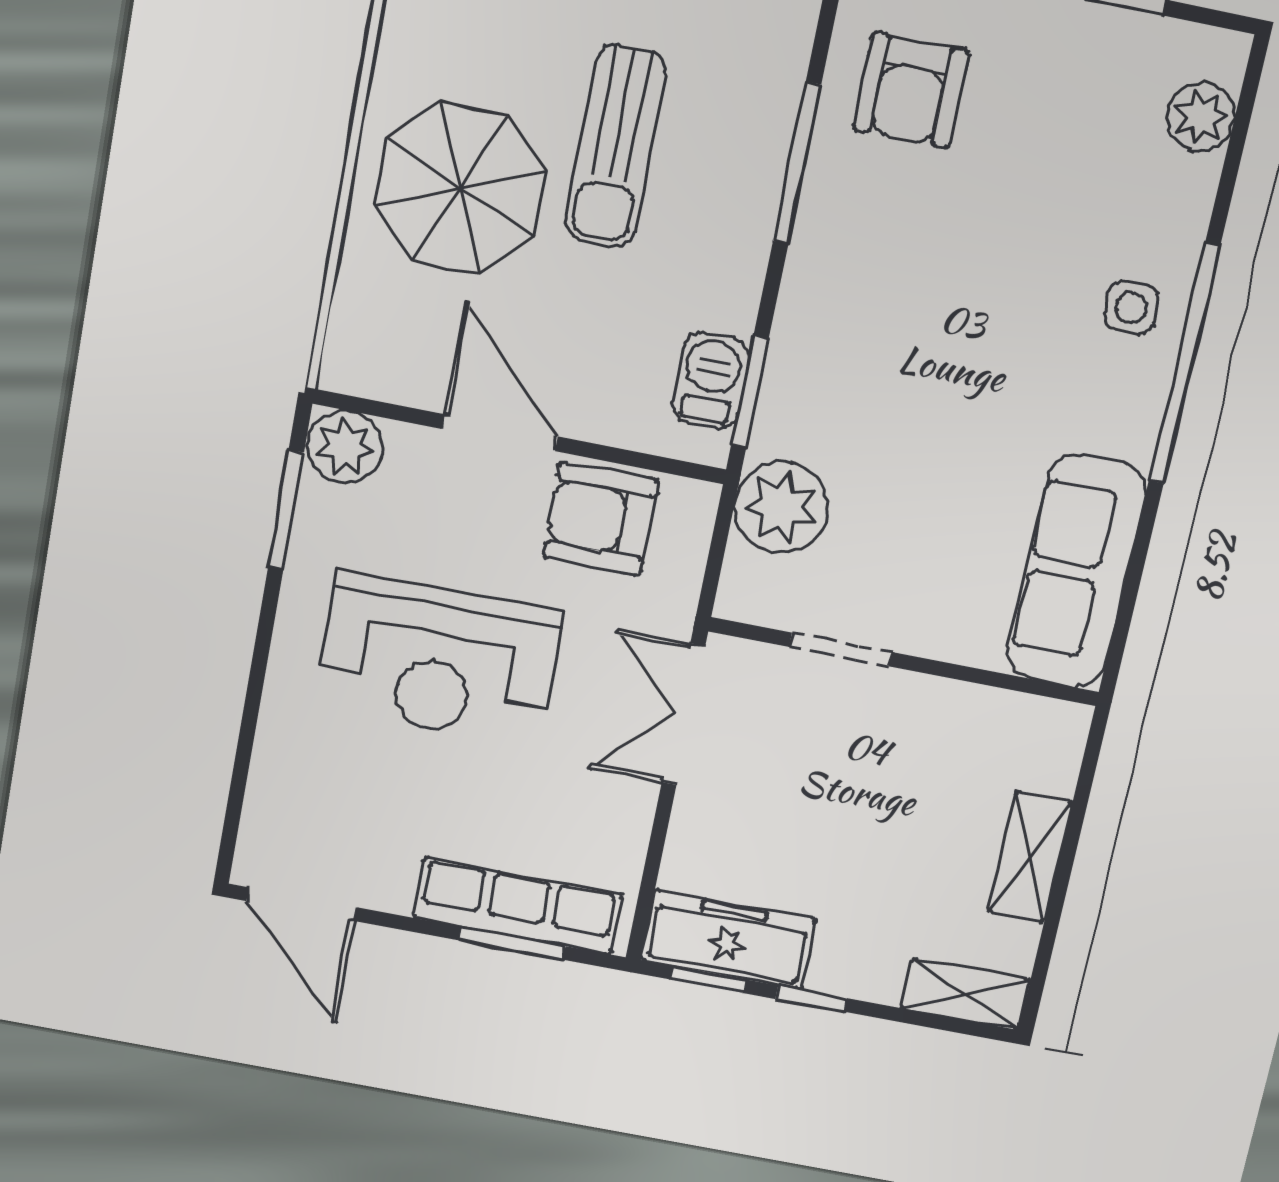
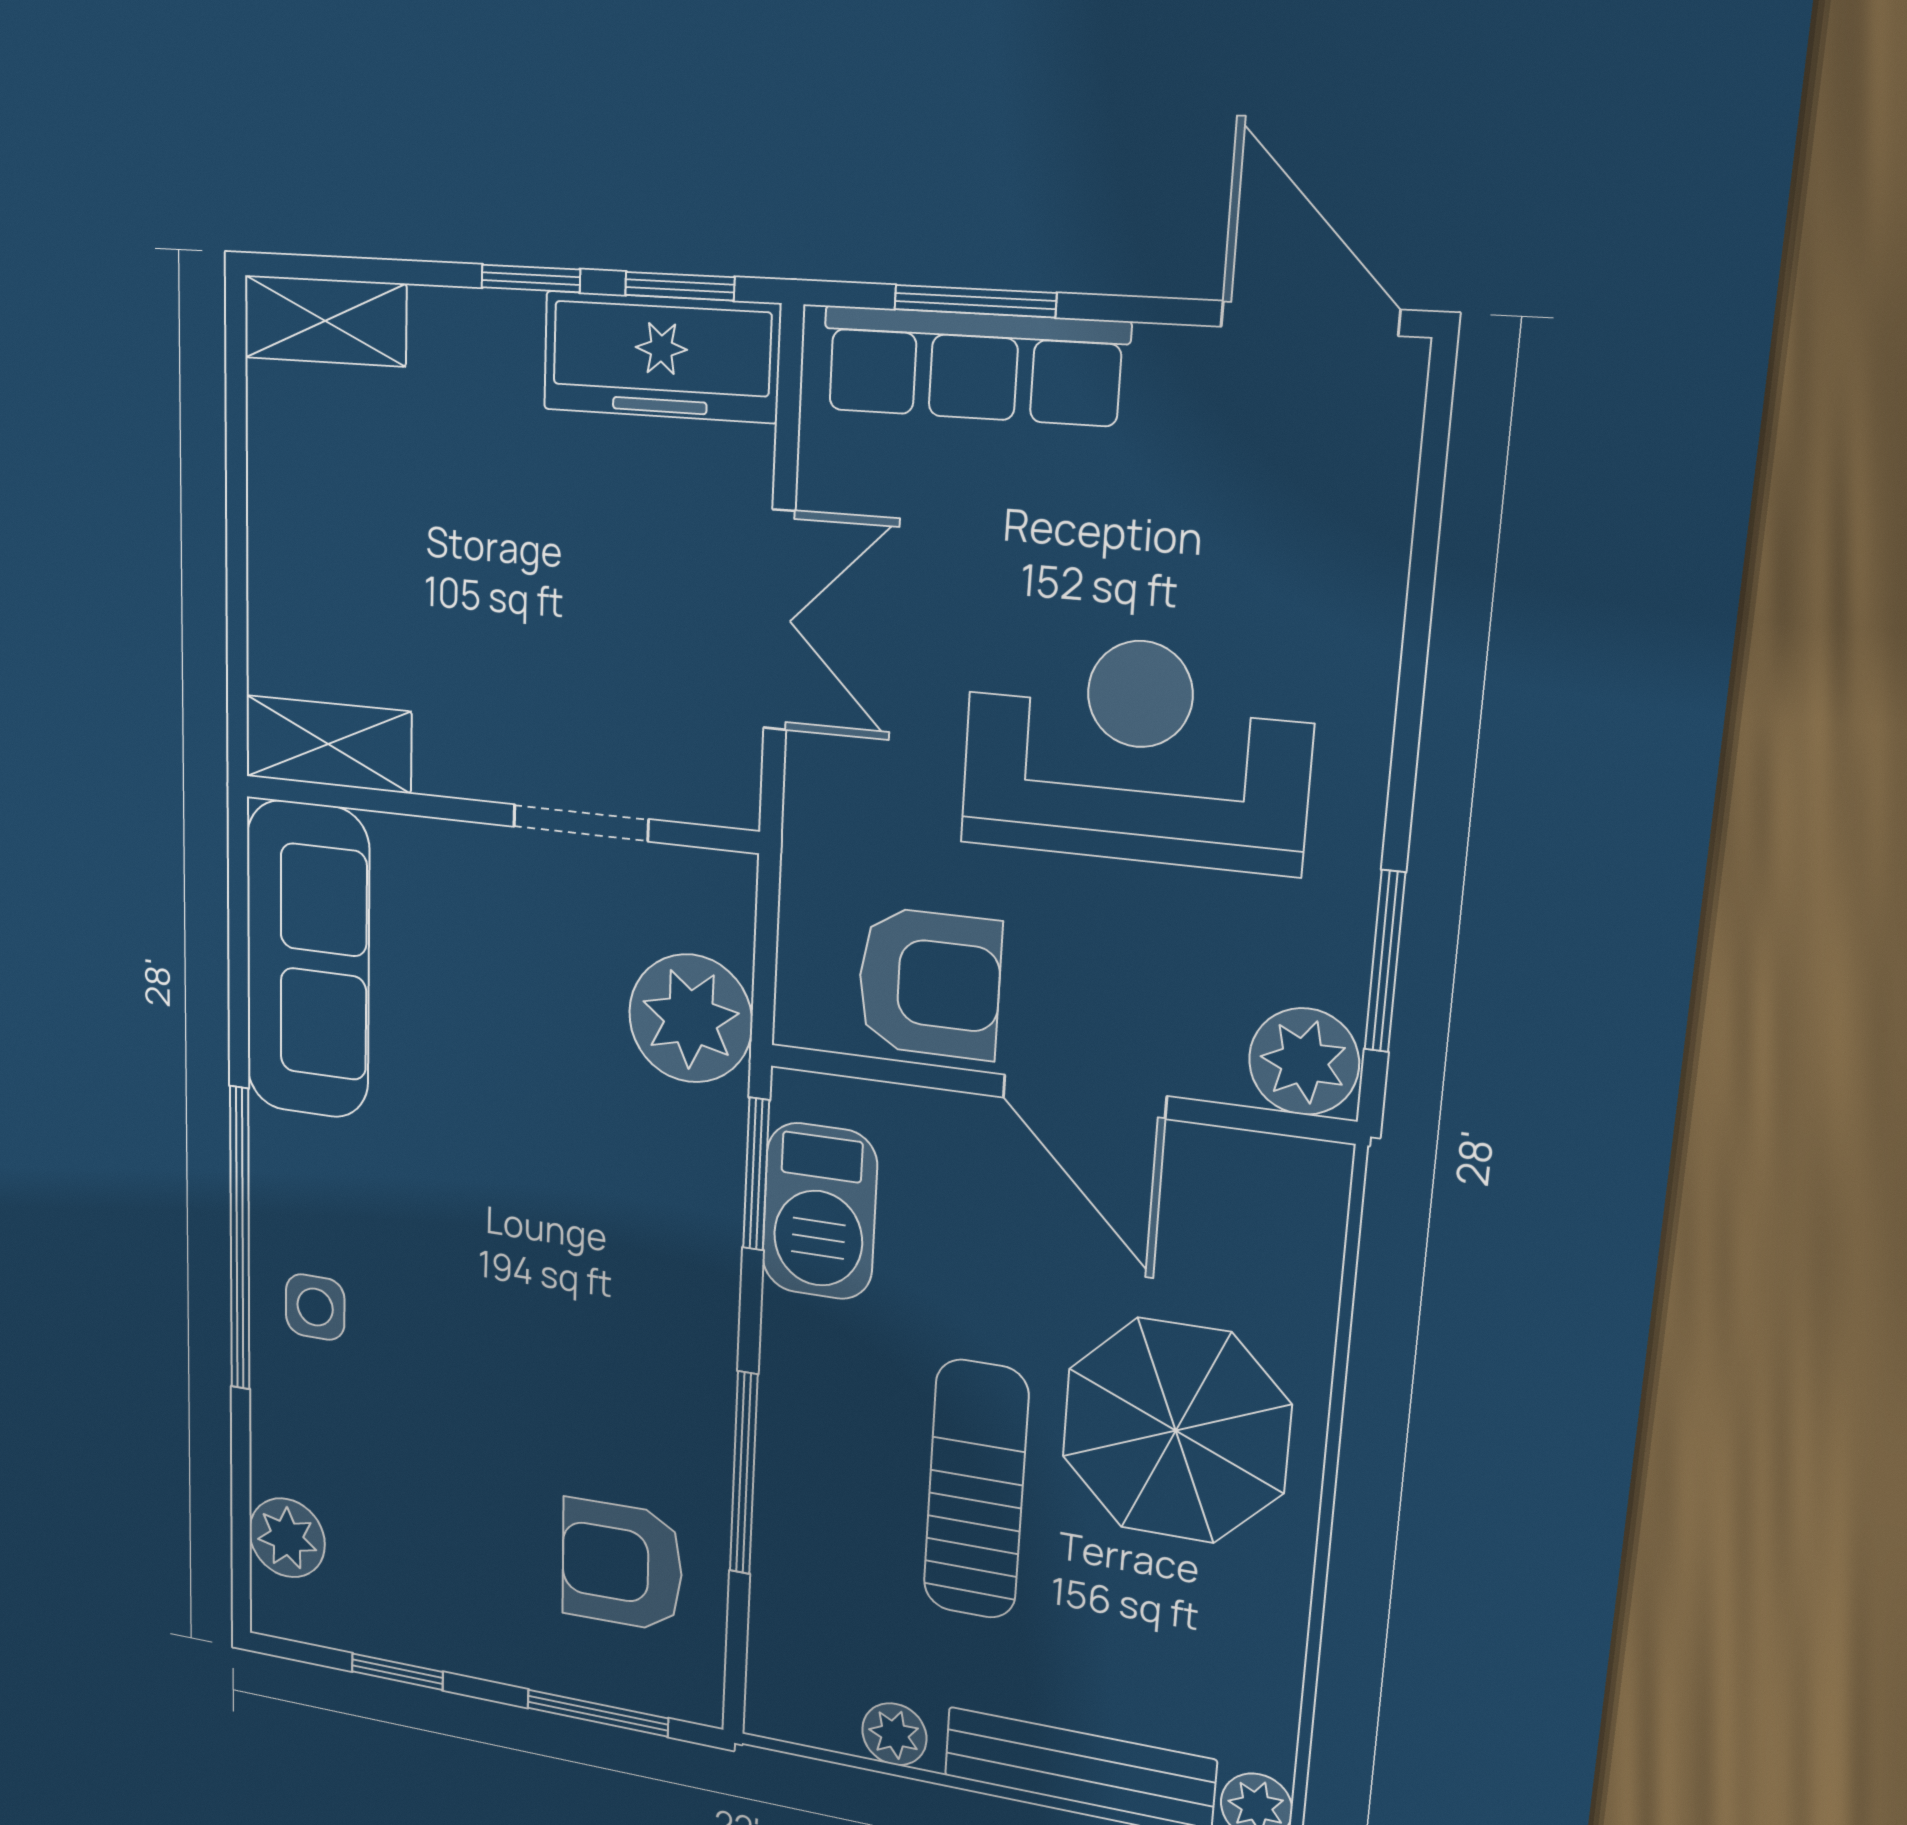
armchair: (911, 90) -> (622, 1565), turned -91
barbecue: (711, 381) -> (819, 1211), width x1.38, depth x1.27
double door: (683, 714) -> (779, 620), moved
shelving: (1030, 857) -> (328, 744), moved, turned 90

